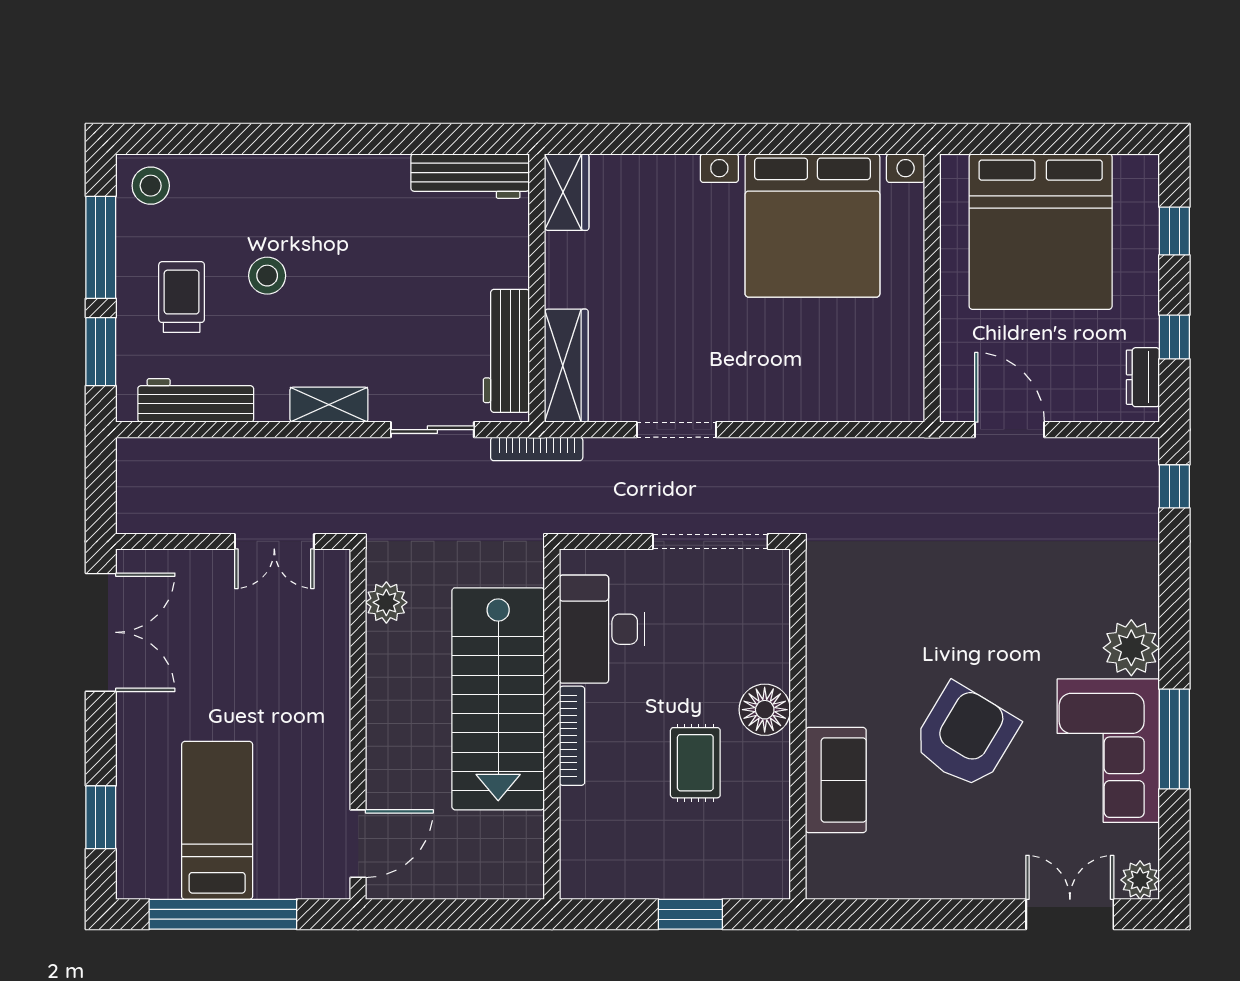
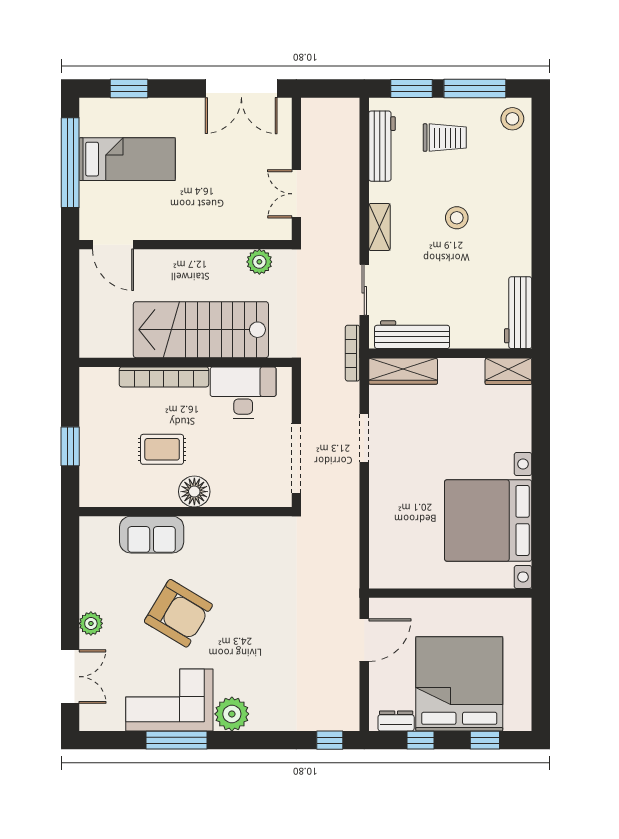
bed: (1041, 232) -> (459, 684), moved, turned 90
stool: (267, 276) -> (457, 218), moved
bookcase: (572, 736) -> (164, 377), width x1.48, depth x1.31
plant: (1140, 880) -> (91, 623), moved

